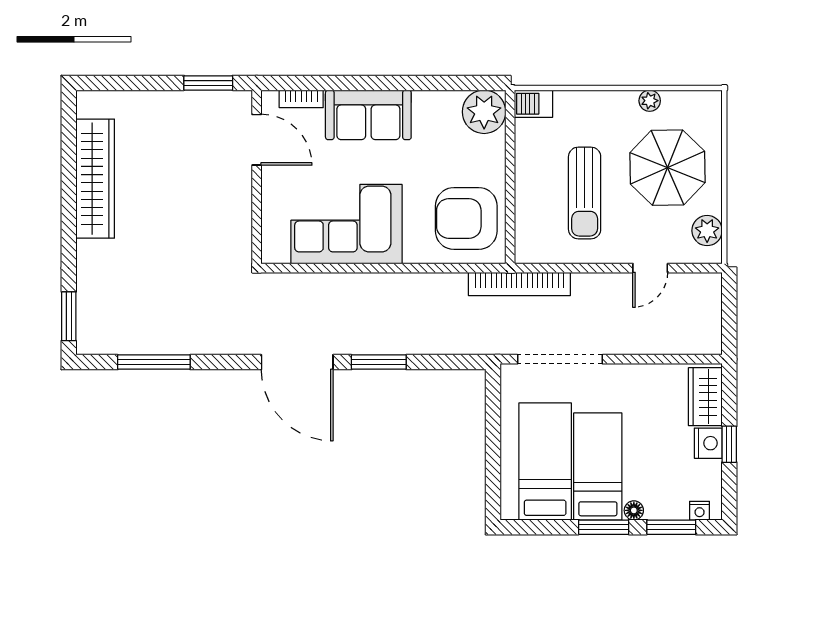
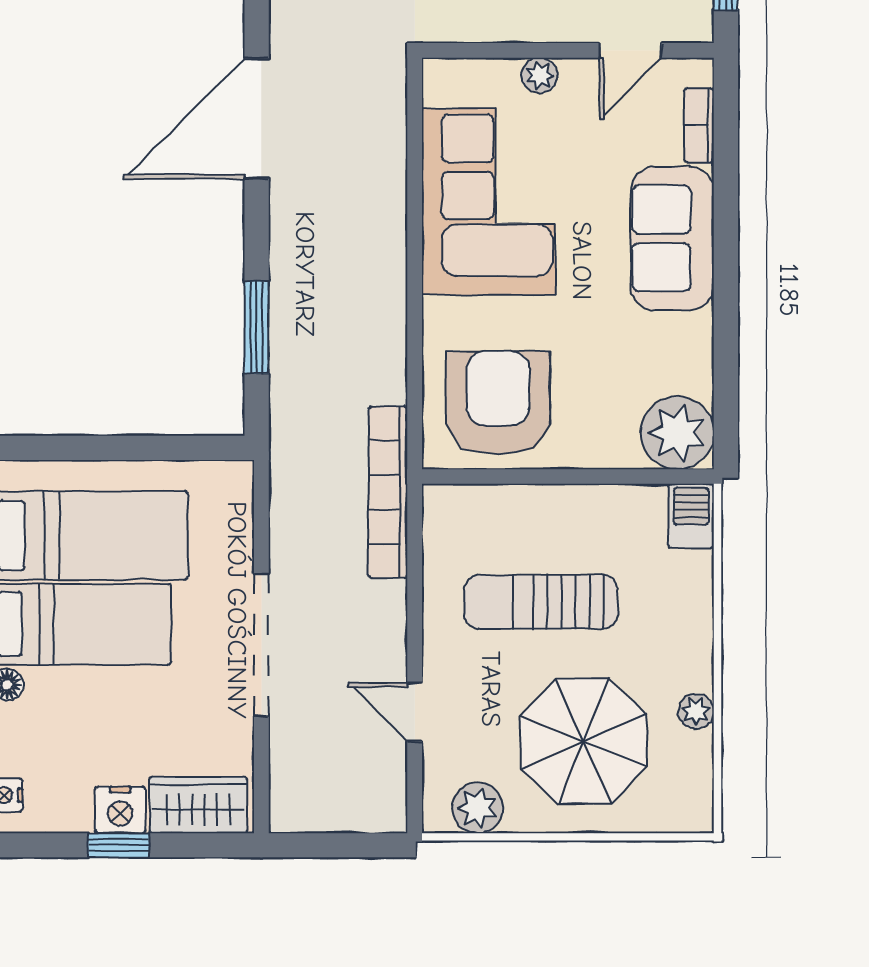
door: (257, 140) -> (630, 50), width x0.73
plant: (272, 194) -> (540, 75), added
doorway: (560, 359) -> (261, 645), moved
window: (379, 362) -> (257, 327), moved

